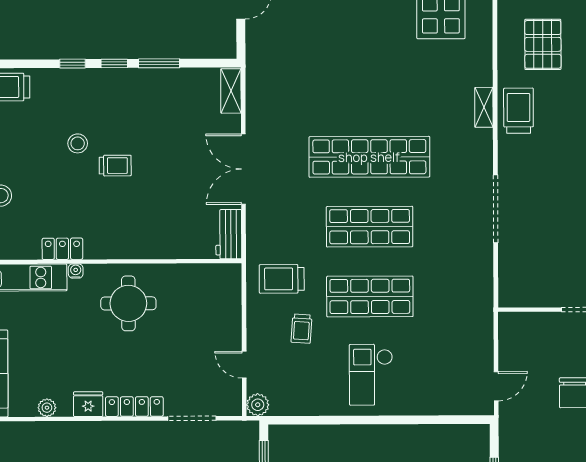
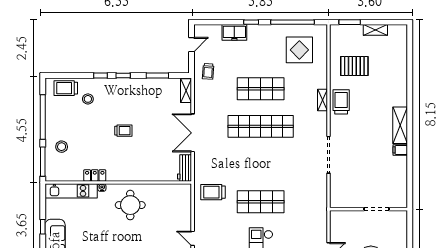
pallet: (543, 44) -> (354, 66), turned 90
window: (159, 63) -> (157, 76), moved
stool: (78, 143) -> (88, 99), moved
shop shelf: (370, 227) -> (261, 89), moved
trolley: (301, 329) -> (208, 71), moved

